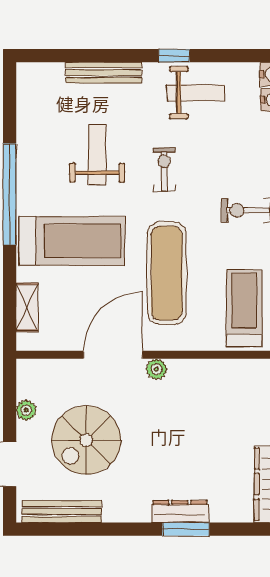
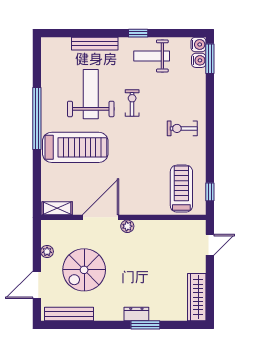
weight bench: (196, 93) -> (152, 56), turned 180
weight bench: (97, 155) -> (91, 94), width x1.36, depth x1.33
exercise mat: (167, 273) -> (134, 167), removed
shelving: (27, 307) -> (57, 208), moved, turned 90
dresser: (180, 512) -> (136, 314), width x0.70

